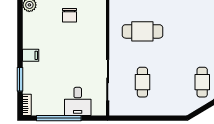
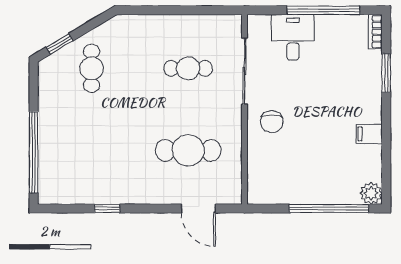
chair: (70, 15) -> (272, 122), moved, turned 180
filing cabinet: (31, 55) -> (369, 134), moved
cafe table: (142, 82) -> (188, 68), turned 90

